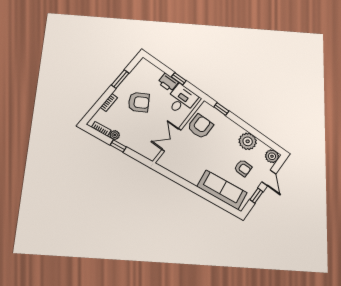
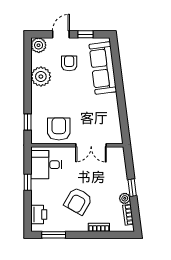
window: (120, 79) -> (54, 235), moved
printer: (168, 82) -> (39, 215), moved
armchair: (139, 102) -> (78, 201), turned -119
armchair: (200, 126) -> (59, 129), turned 90

